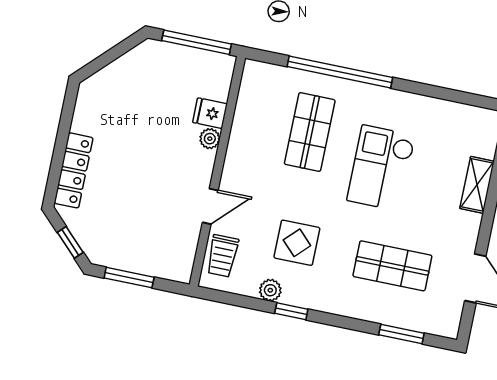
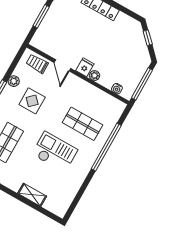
window: (105, 60) -> (148, 38), added
water cooler: (221, 88) -> (117, 89), added
fridge: (210, 113) -> (85, 67), moved

